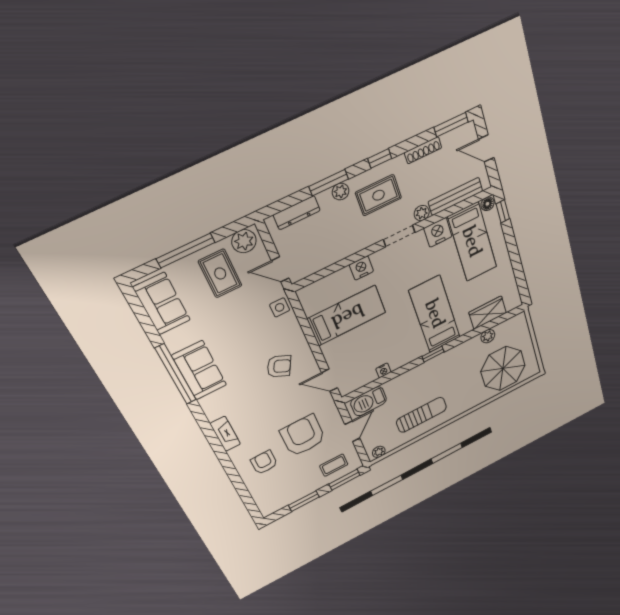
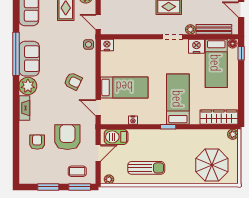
nightstand: (361, 268) -> (107, 45), moved
wardrobe: (488, 313) -> (219, 117), width x1.50
bed: (347, 316) -> (124, 87), moved
plant: (488, 336) -> (233, 134), moved
plant: (216, 405) -> (28, 86), added

